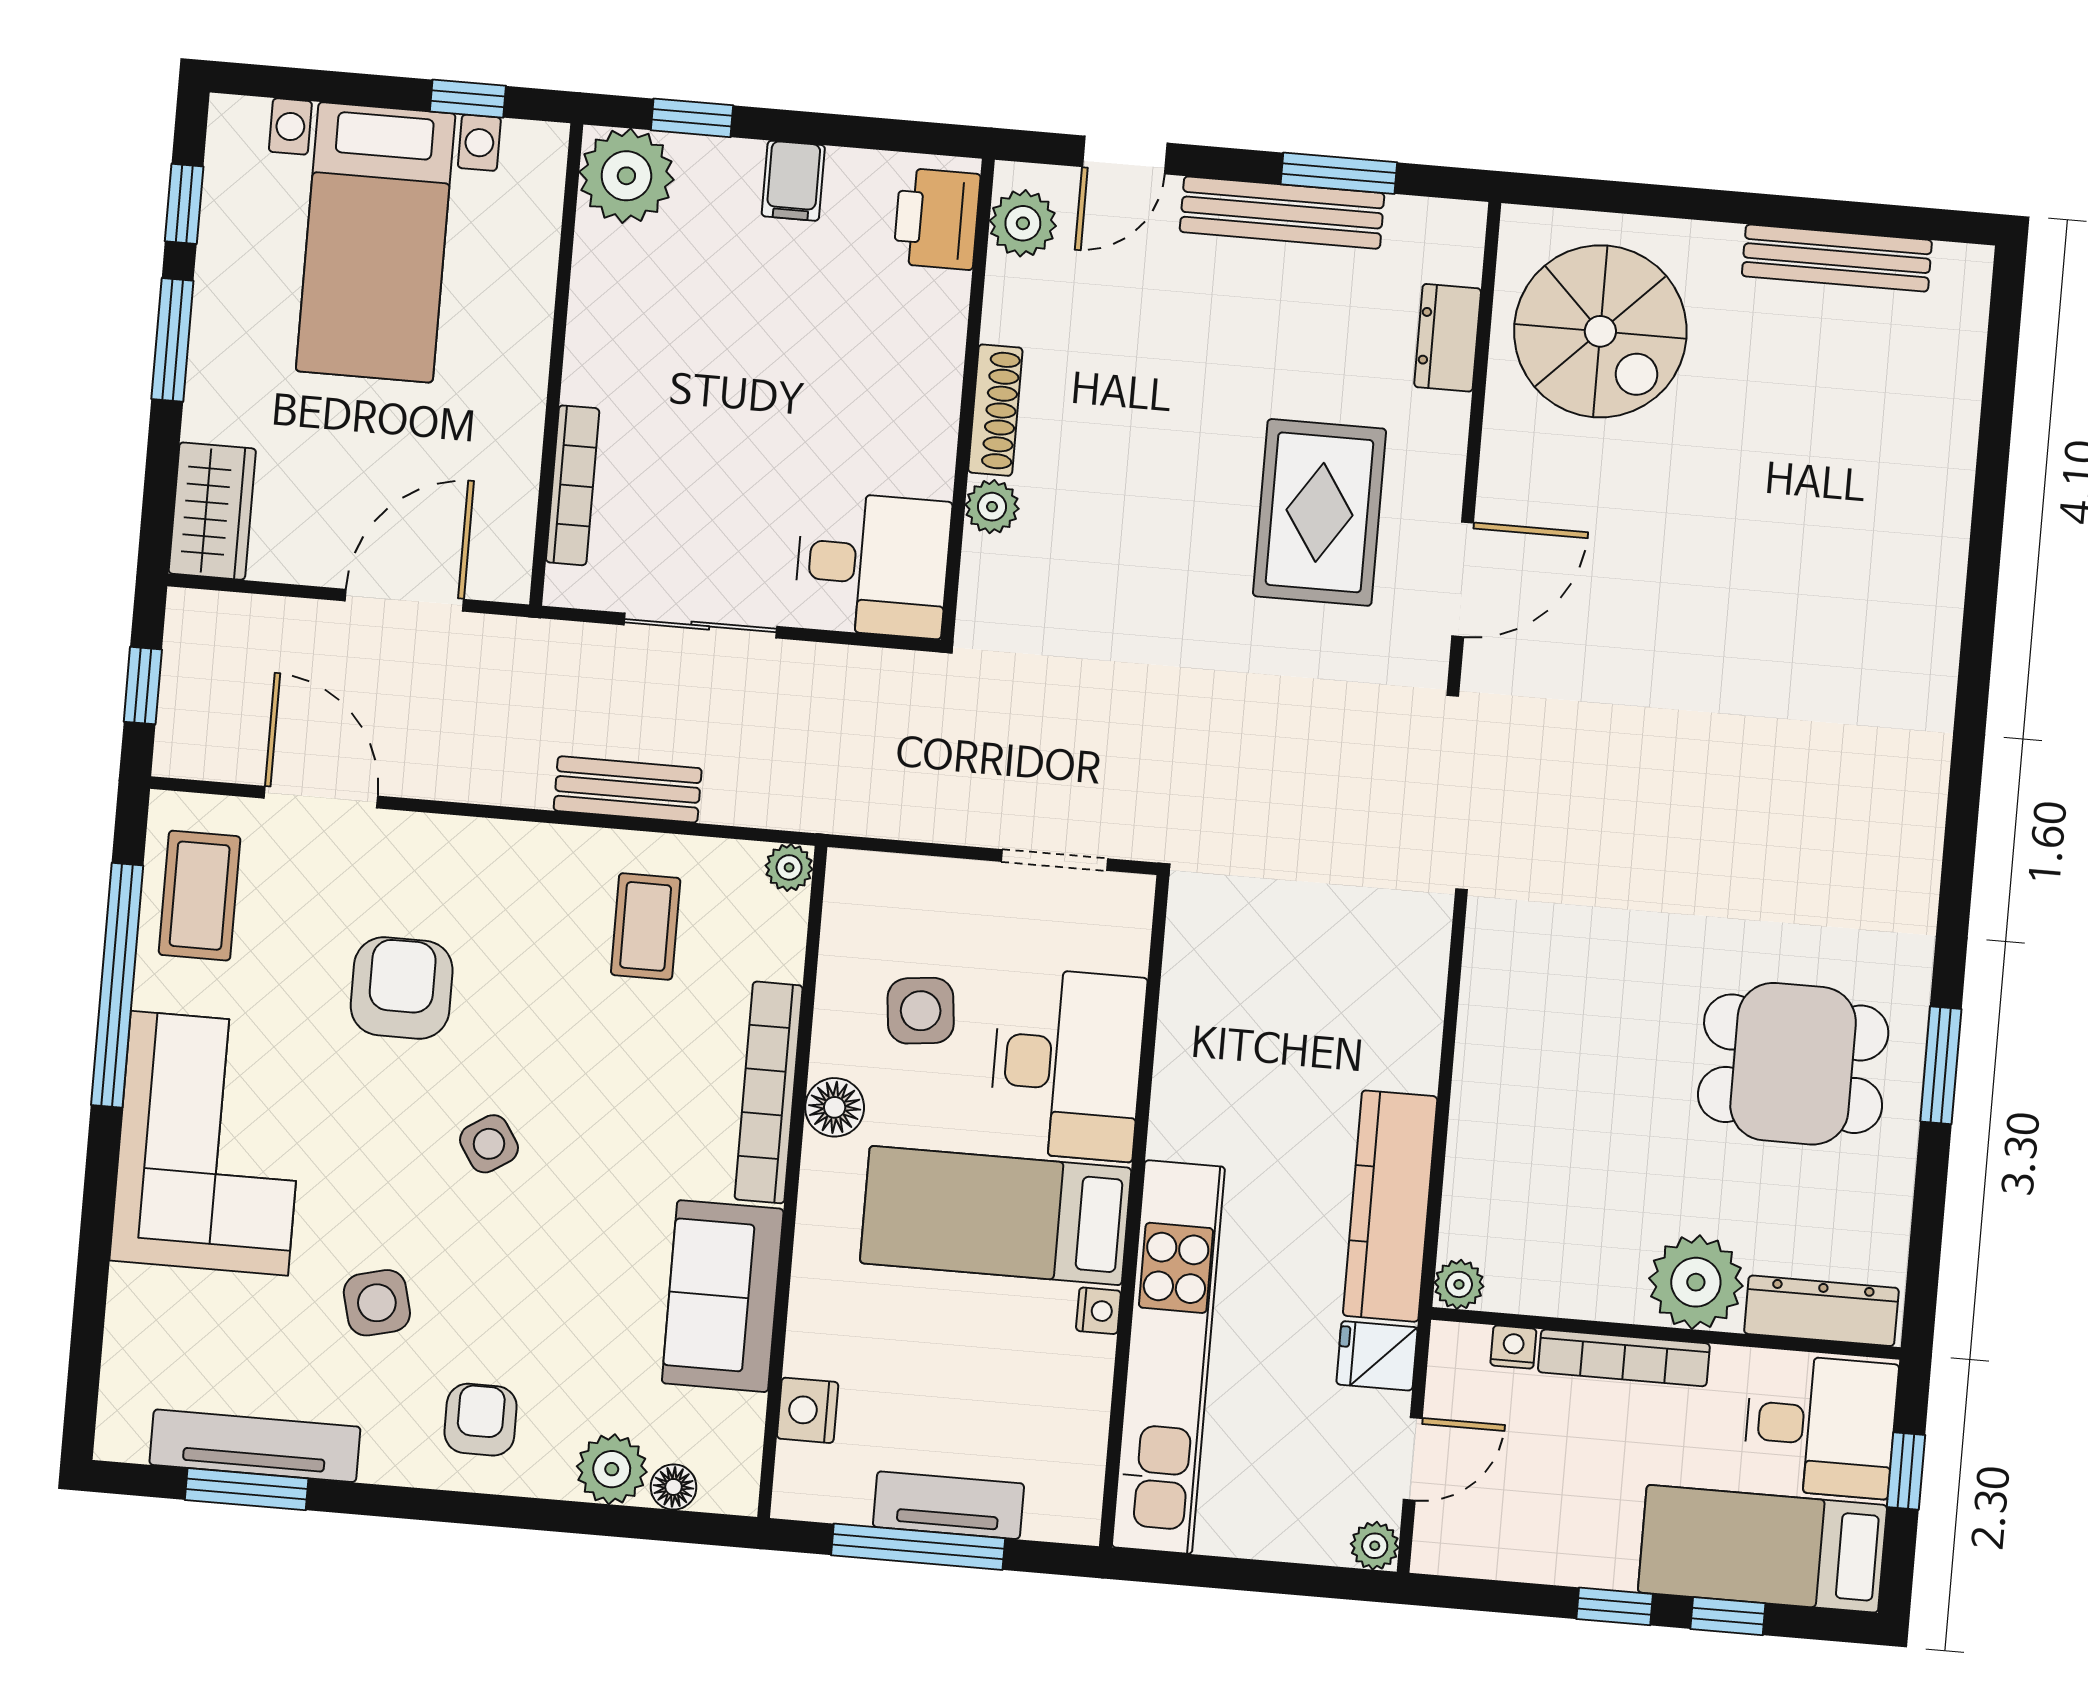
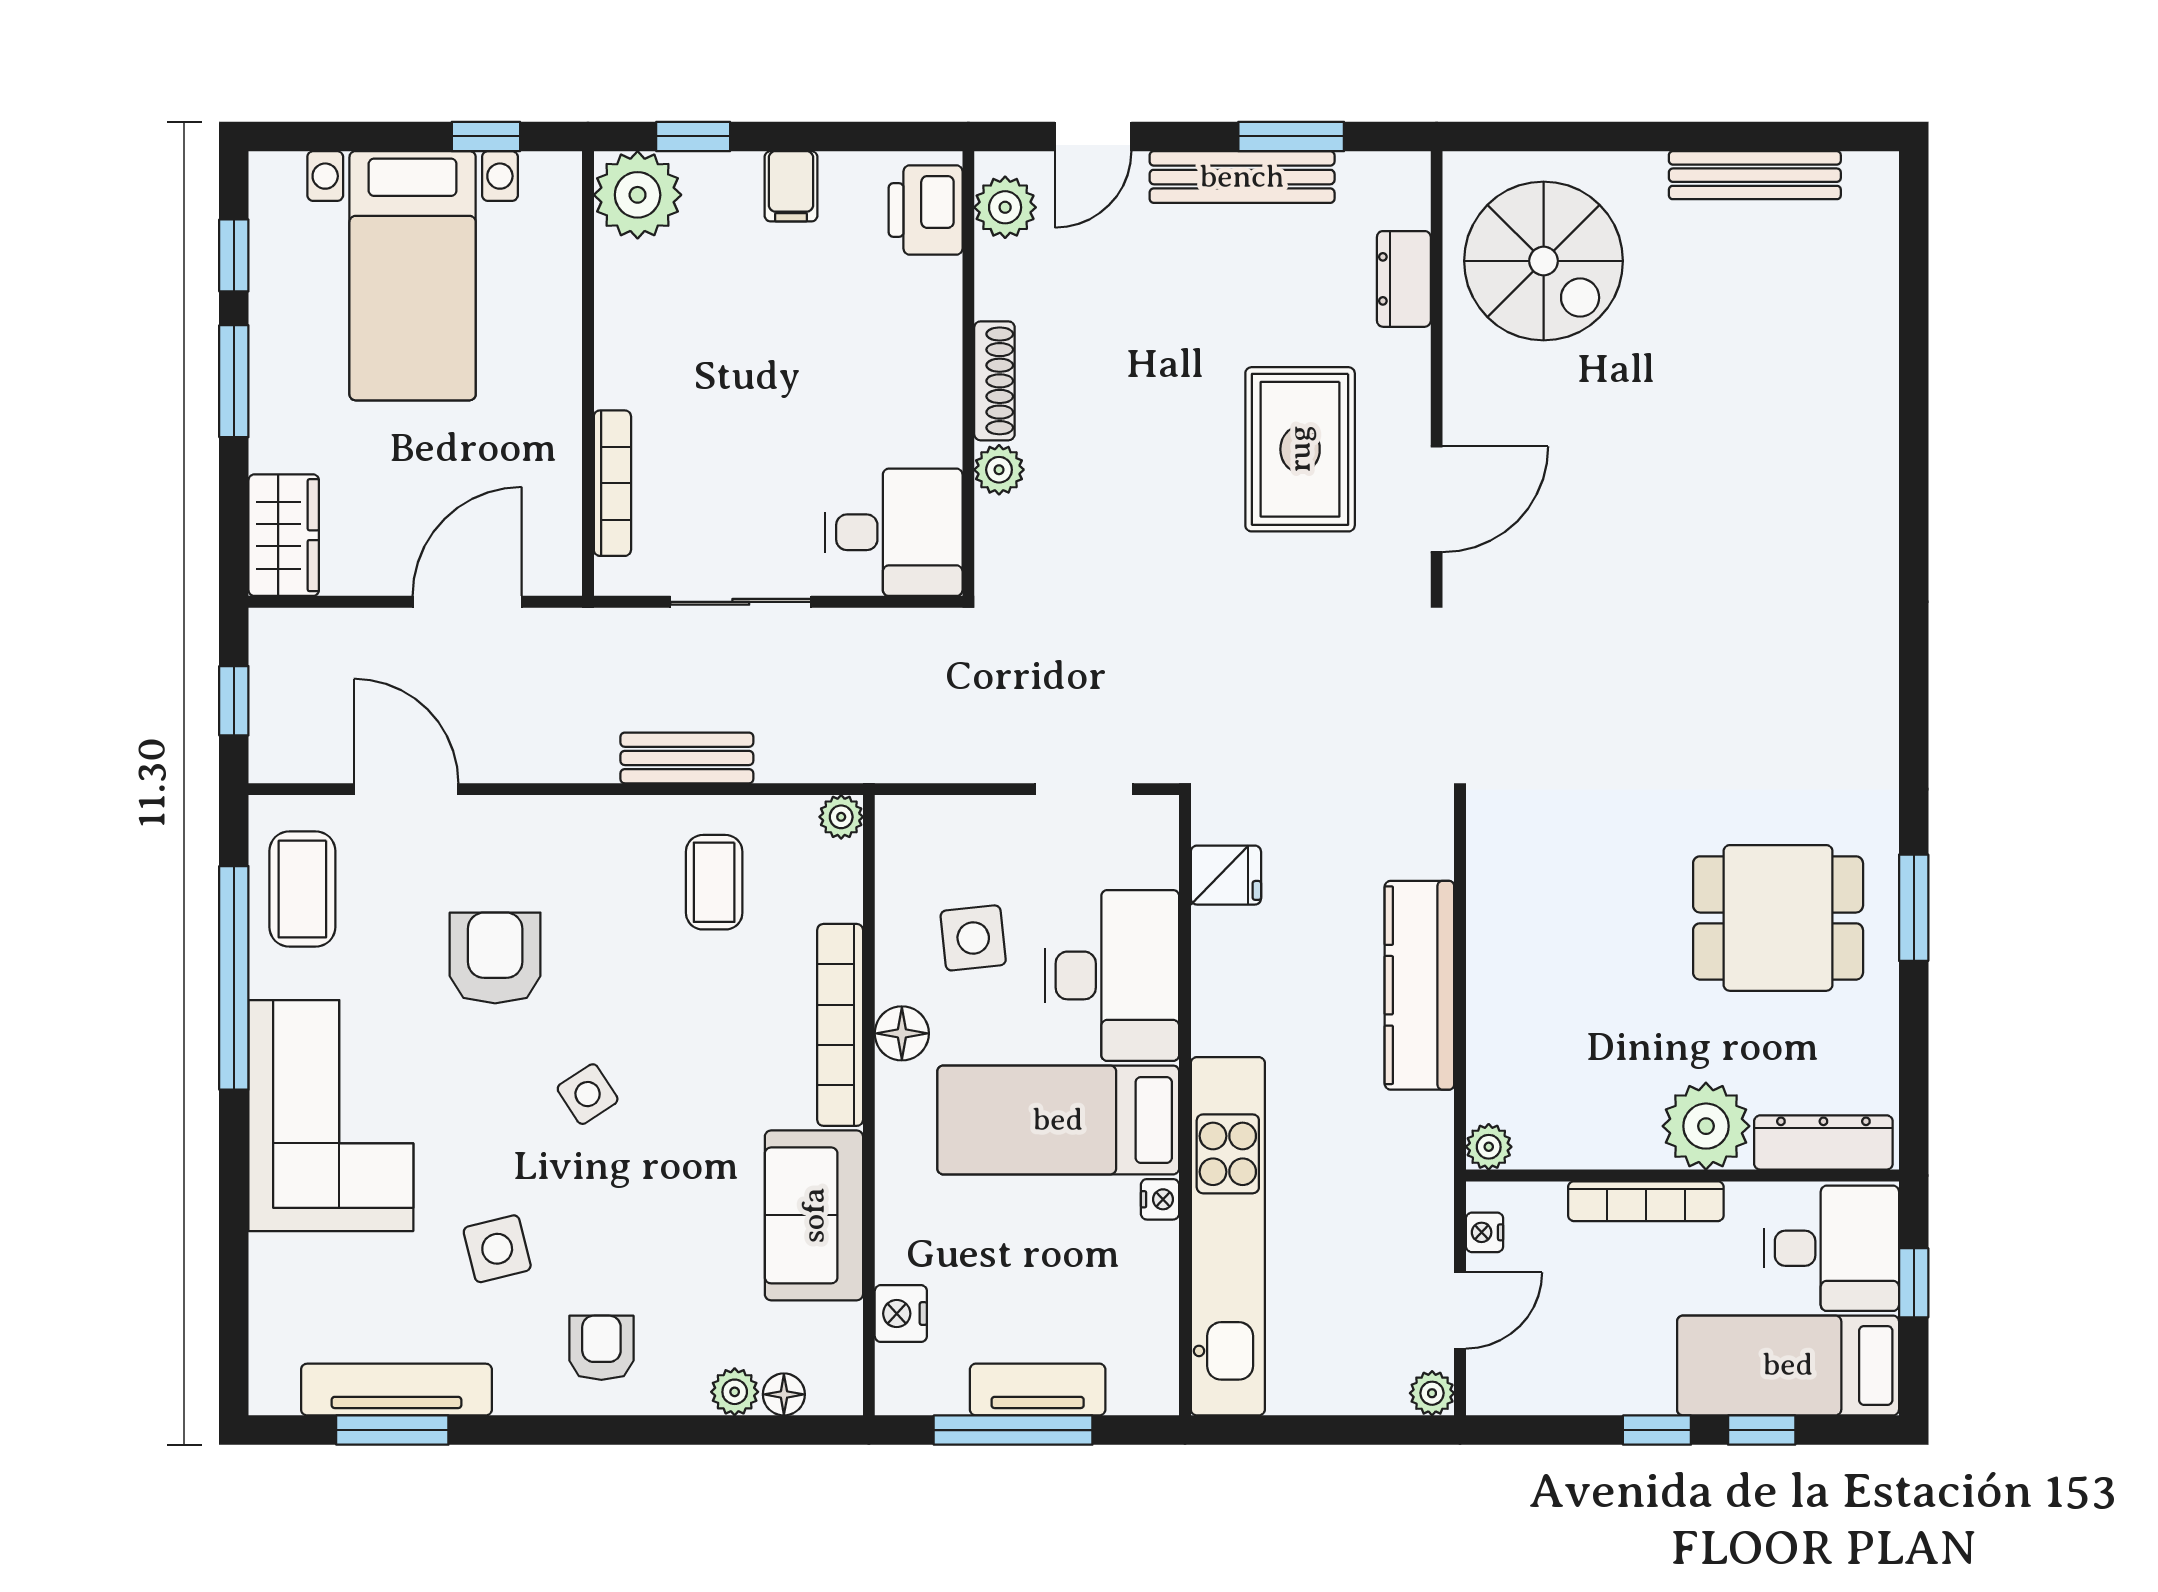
kitchen counter: (1390, 1206) -> (1419, 985), moved
nightstand: (1513, 1347) -> (1485, 1232), moved, turned -90
fridge: (1377, 1356) -> (1226, 875), moved, turned 180
plant: (612, 1469) -> (735, 1392), width x0.73, depth x0.73

